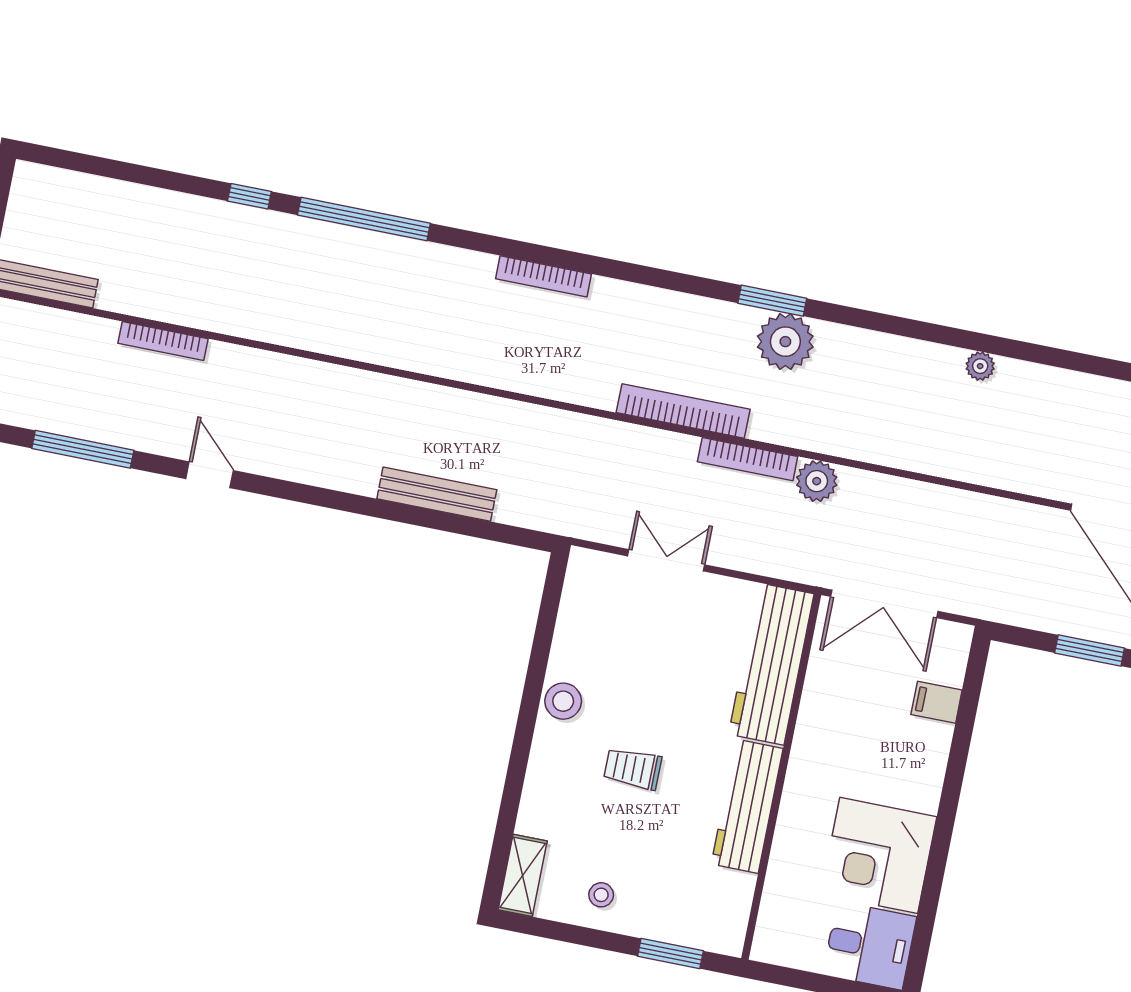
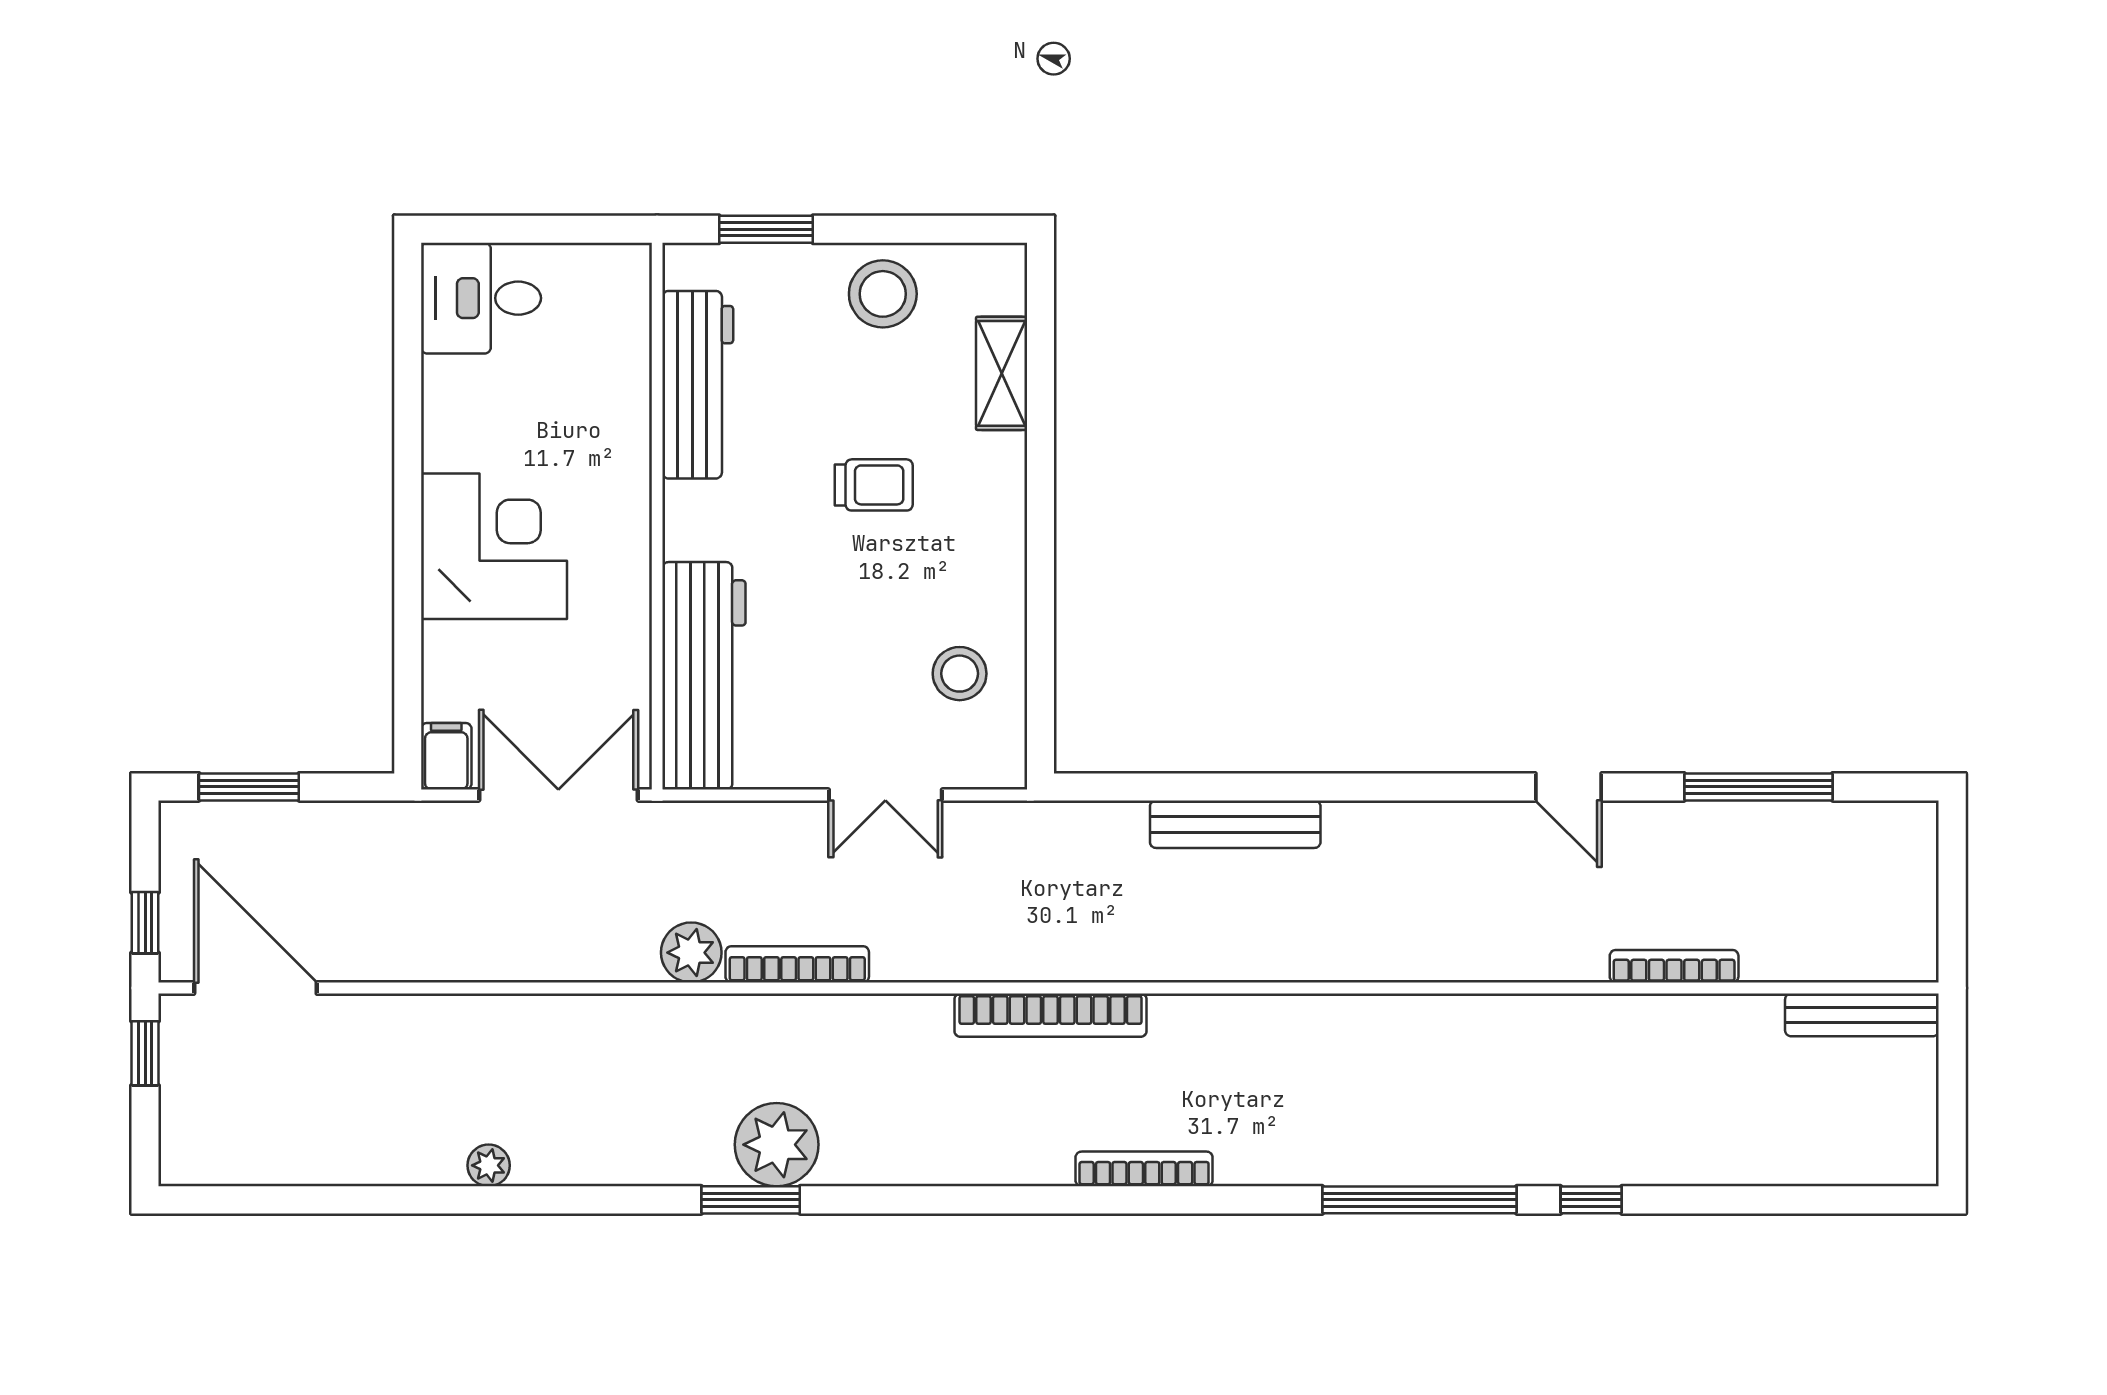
window: (772, 301) -> (751, 1200), moved
bookcase: (683, 411) -> (1050, 1015), moved
stool: (563, 701) -> (960, 674), moved
filing cabinet: (937, 702) -> (446, 756), moved, turned -90
workbench: (747, 806) -> (698, 385), moved
corner desk: (879, 855) -> (494, 546), moved
shelving: (523, 875) -> (1002, 373), moved
stool: (601, 895) -> (883, 294), width x1.89, depth x1.89

